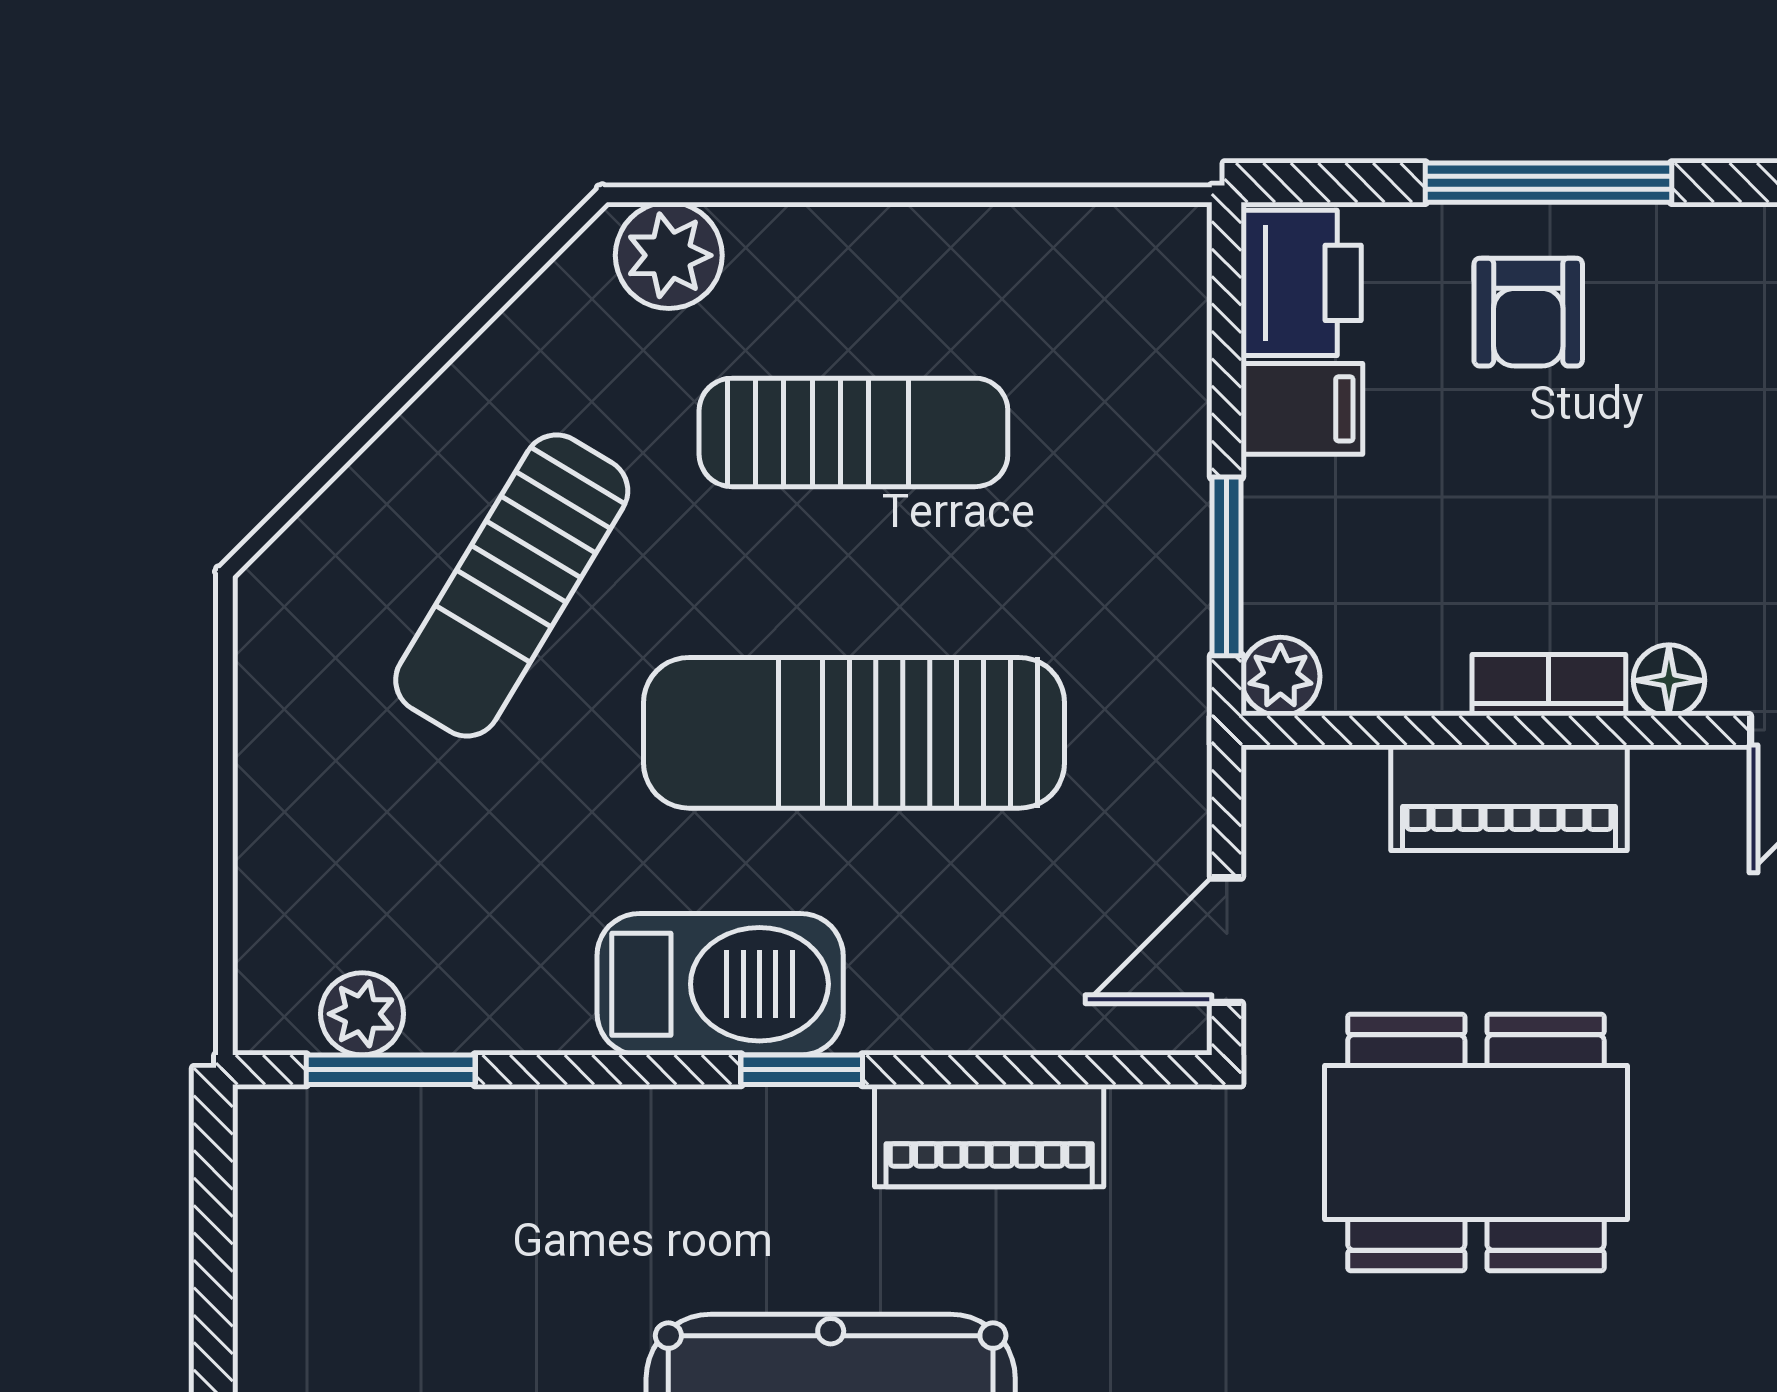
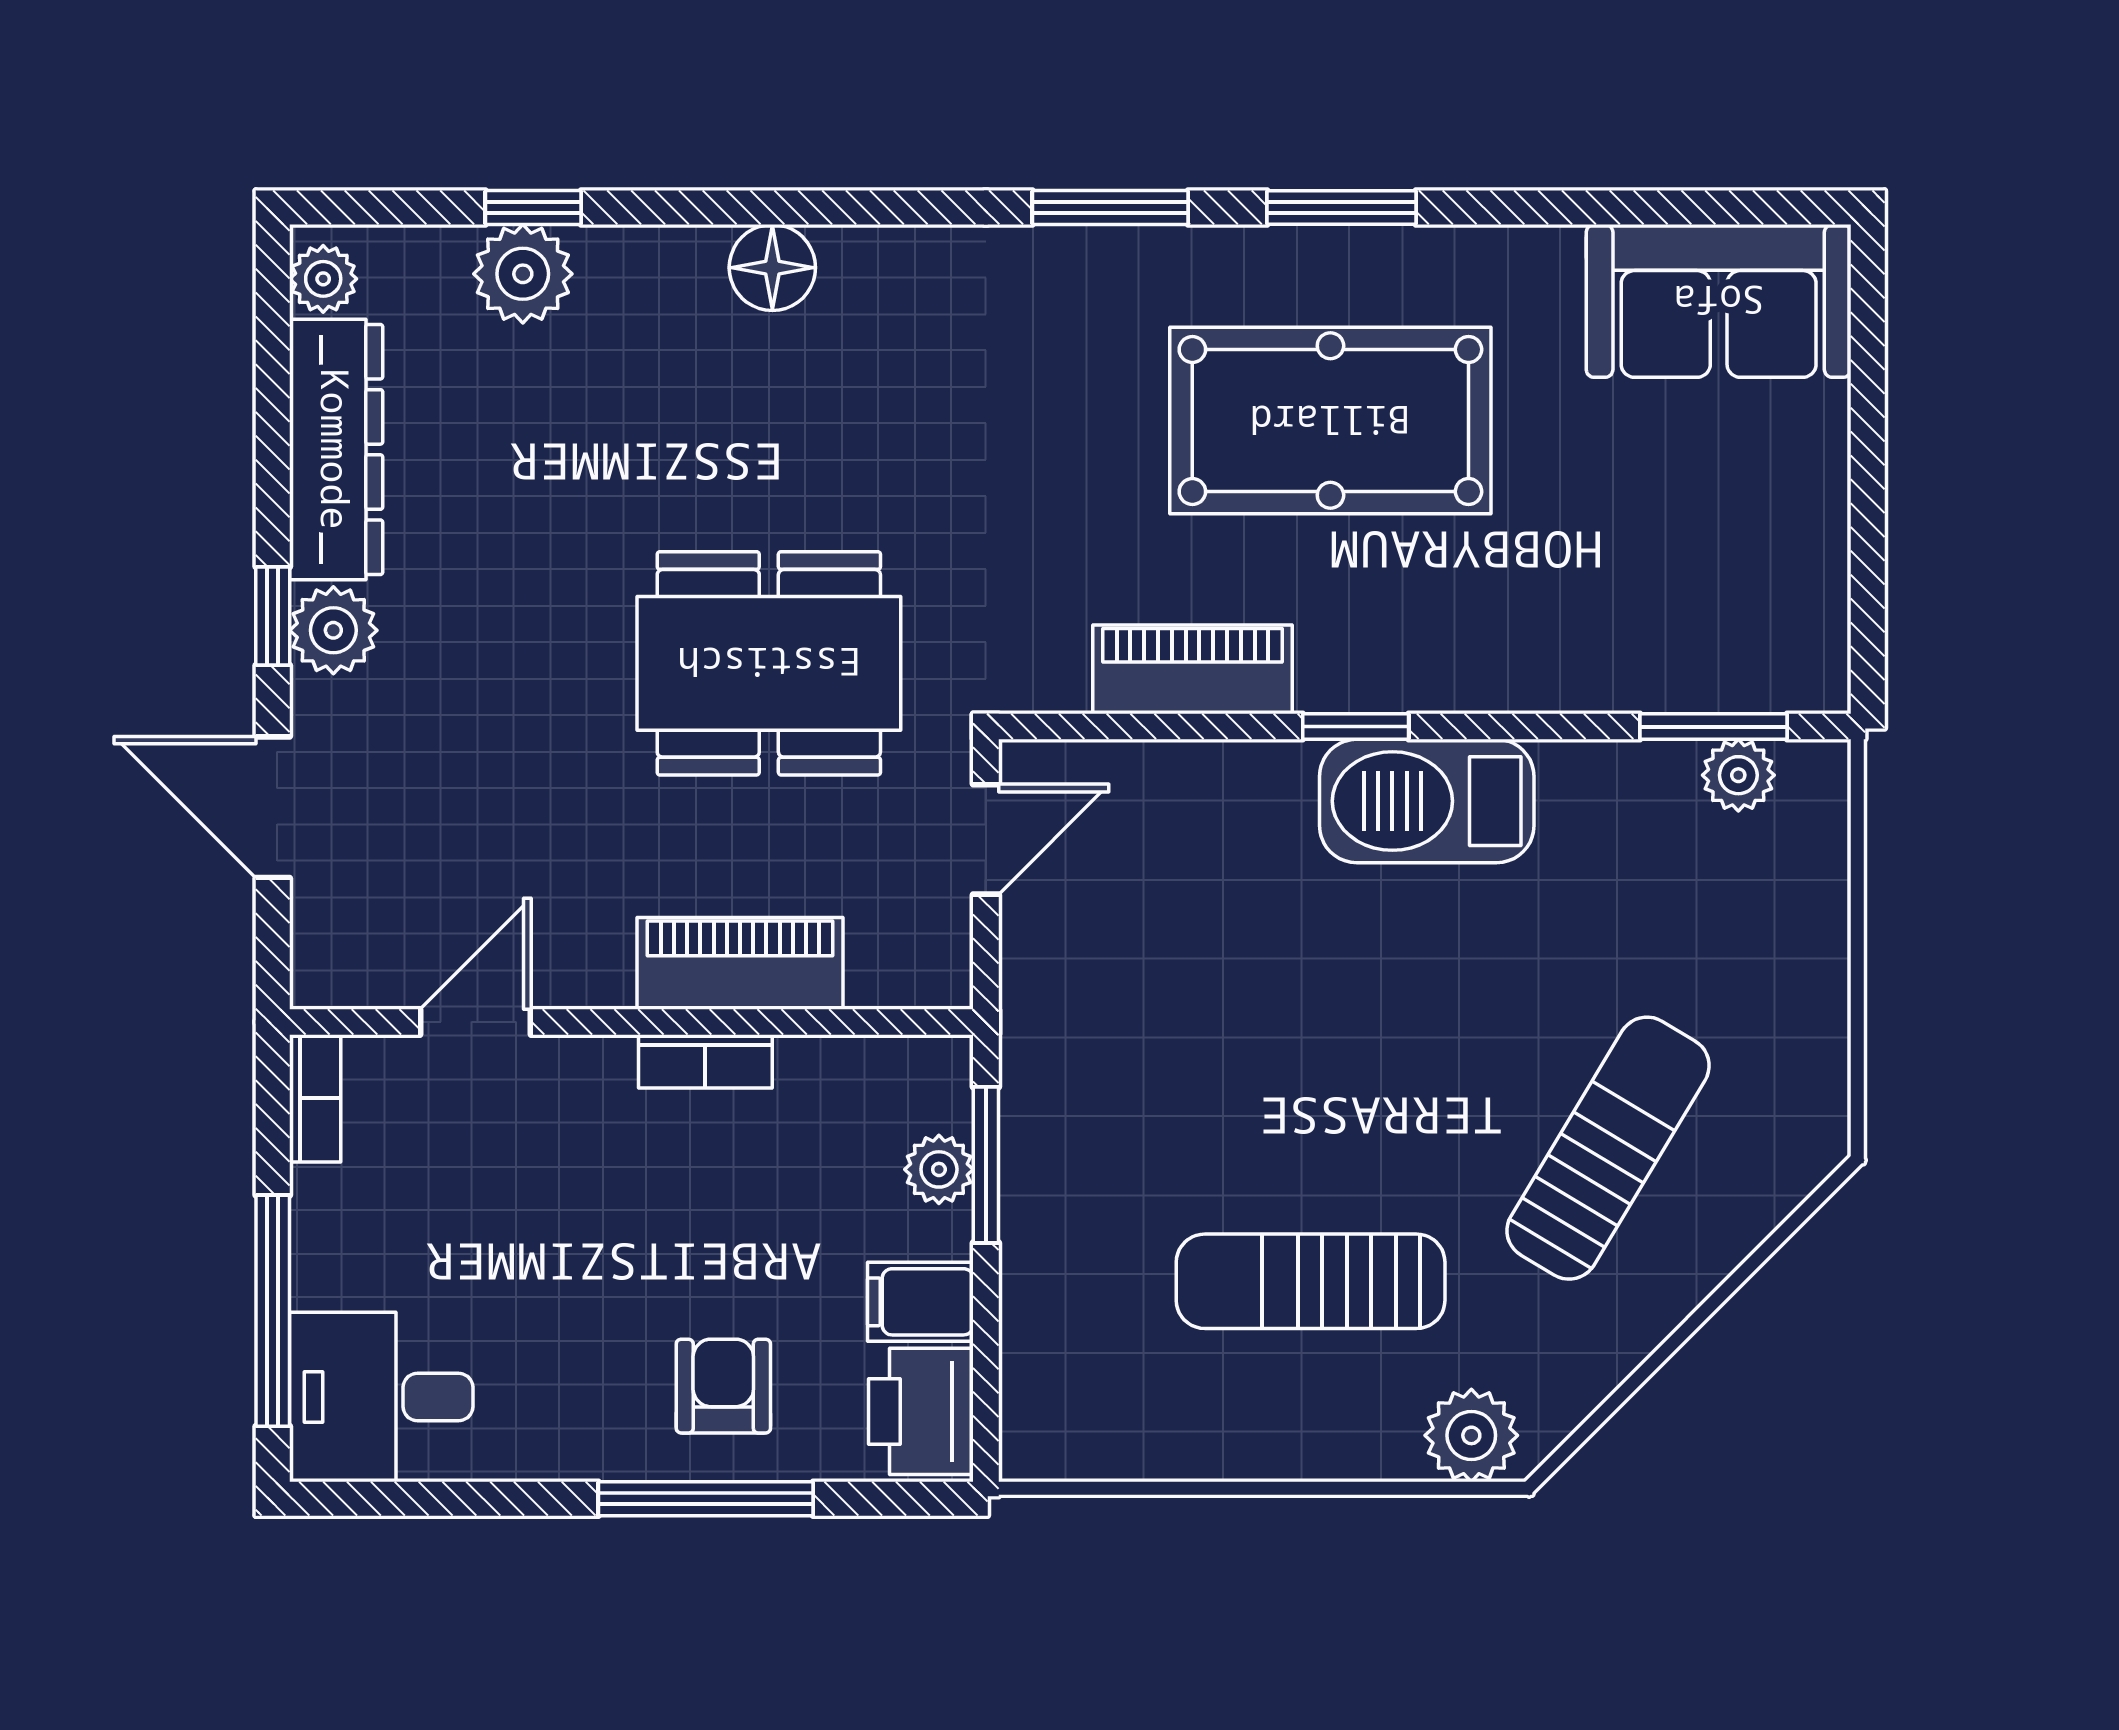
plant: (1280, 676) -> (939, 1169), moved
floor lamp: (1669, 680) -> (601, 1066), removed
sun lounger: (854, 733) -> (1310, 1020), removed

